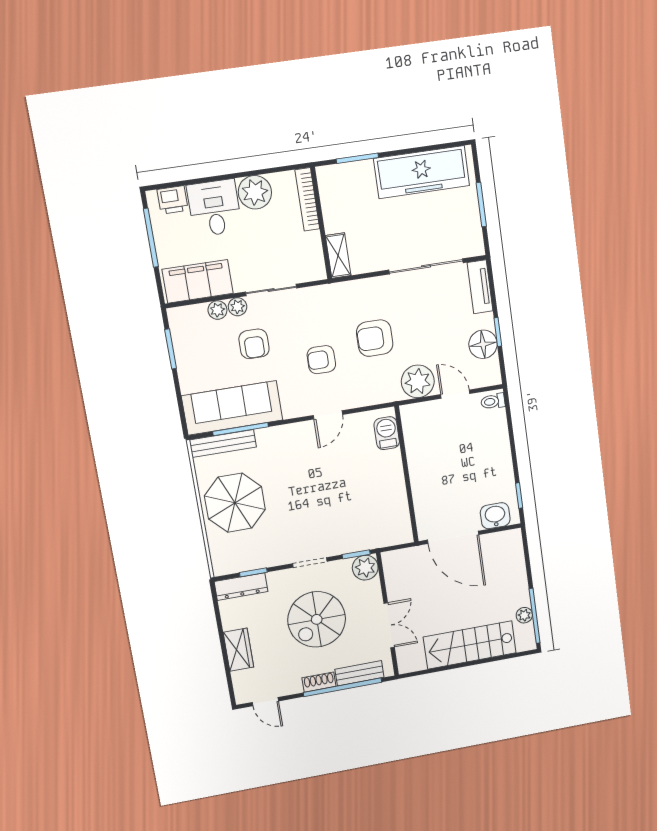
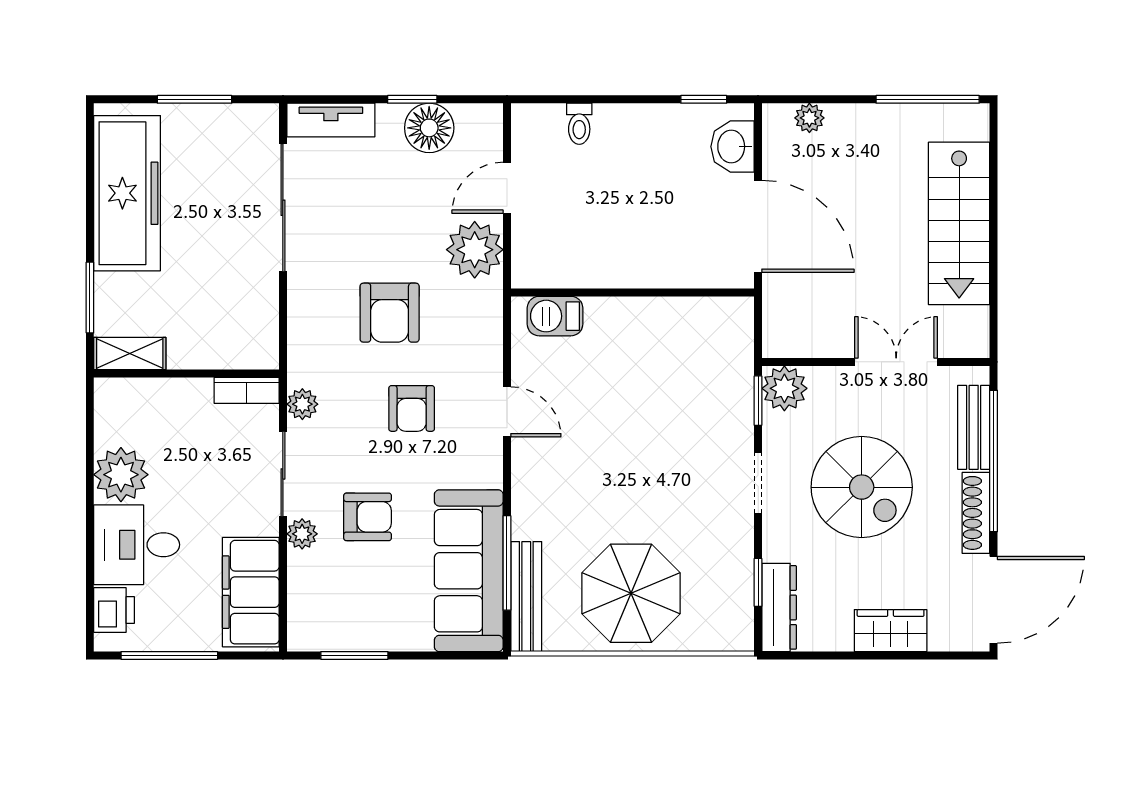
bookcase: (307, 199) -> (247, 390), moved, width x0.64
shelving: (338, 256) -> (130, 353), moved
plant: (217, 310) -> (302, 404), moved
toilet: (493, 401) -> (579, 124), moved
door: (453, 537) -> (758, 226), hinge flipped
plant: (524, 615) -> (809, 118), moved
shoe rack: (319, 682) -> (976, 513), width x1.43
door: (265, 702) -> (994, 600), width x1.87

